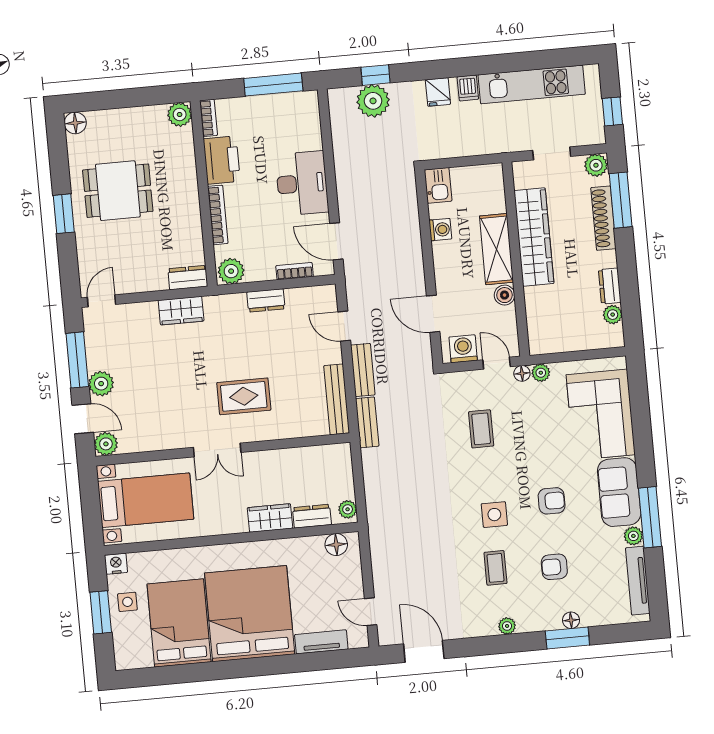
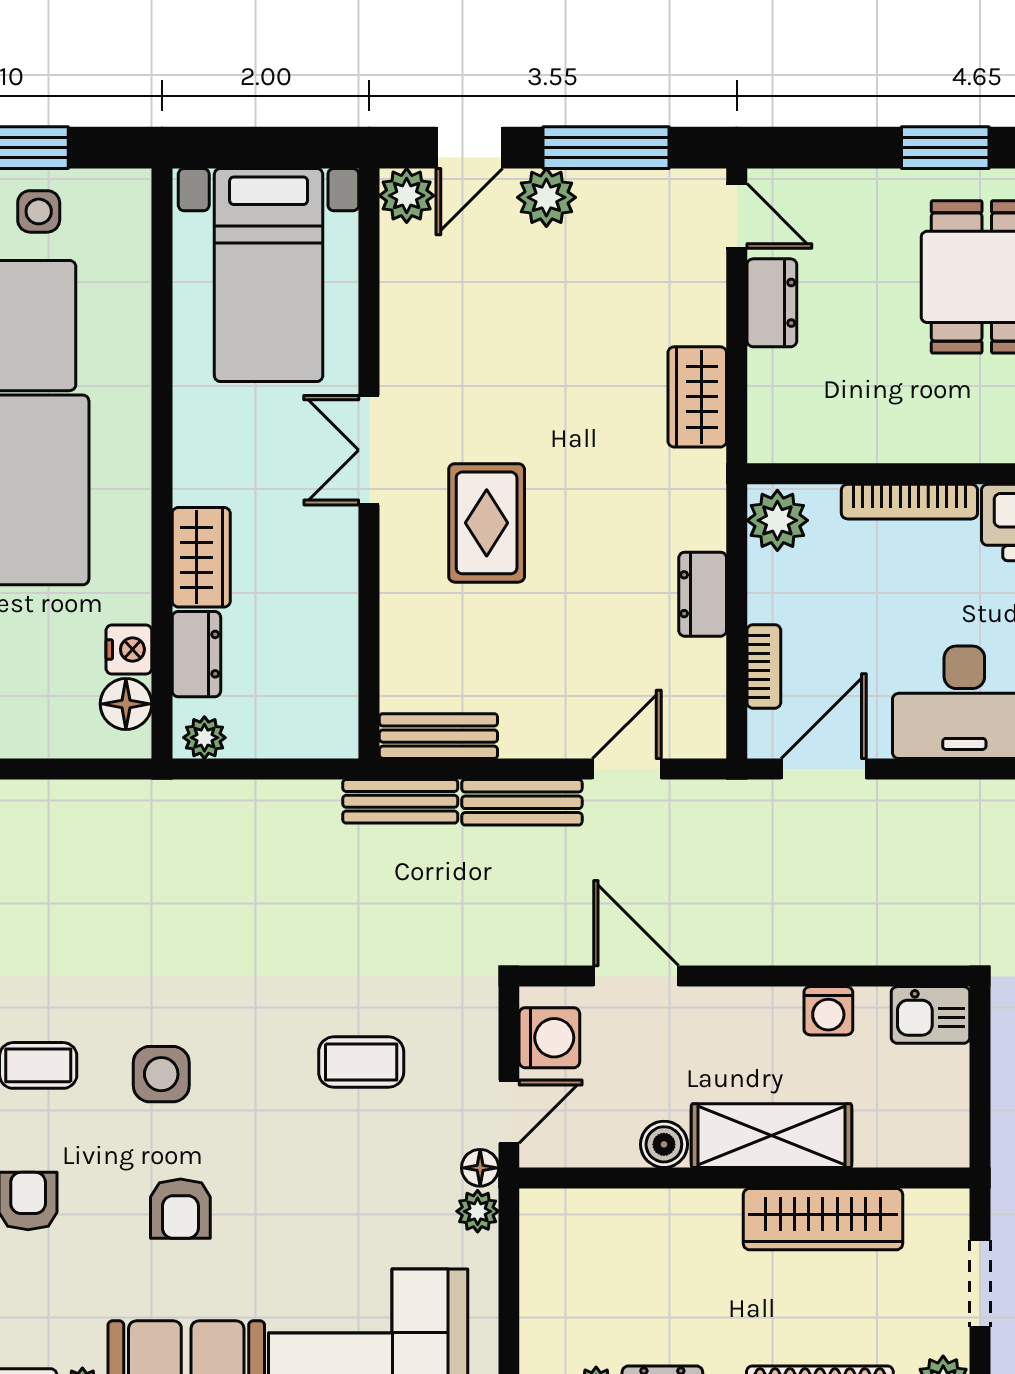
wardrobe: (534, 237) -> (823, 1219), width x0.71, depth x0.85
dresser: (188, 278) -> (772, 303), moved
door: (433, 314) -> (636, 976), hinge flipped
bench: (337, 399) -> (438, 736), width x0.73
nightstand: (116, 564) -> (129, 649), moved

